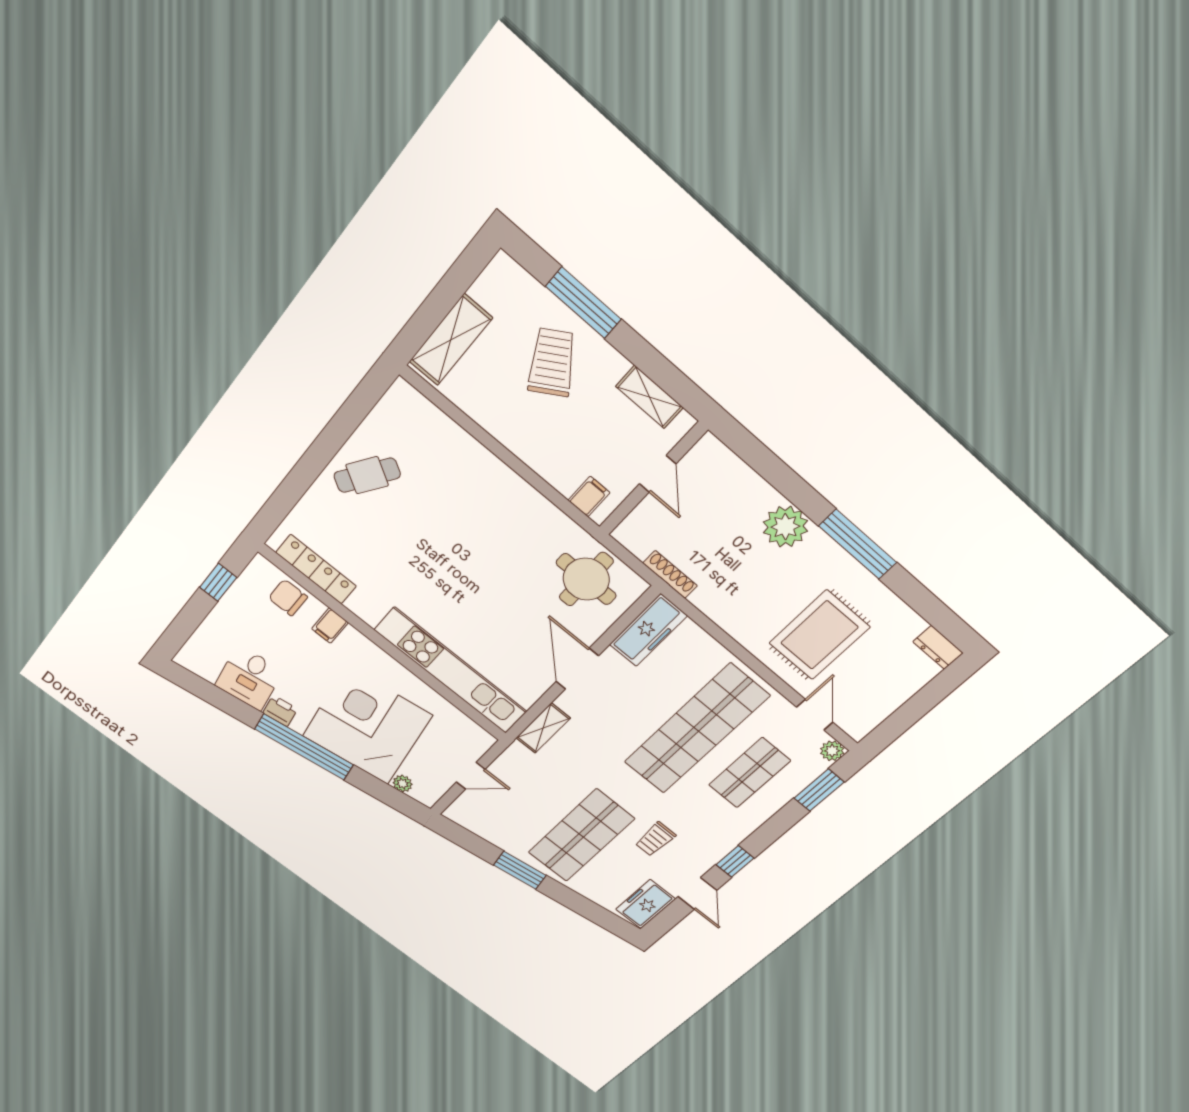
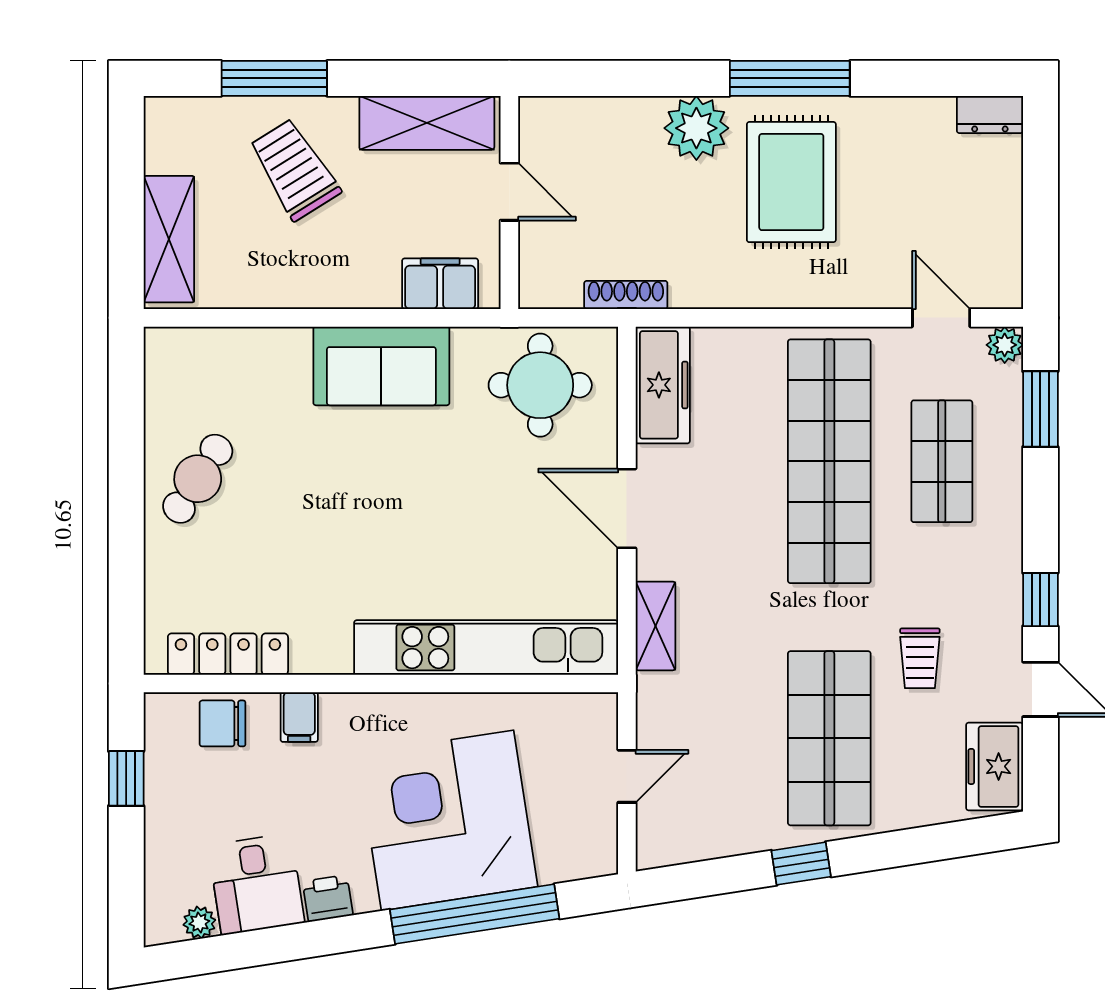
shelving: (649, 397) -> (427, 123), width x1.50, depth x1.33
filing cabinet: (589, 497) -> (440, 284), width x2.00
sofa: (512, 502) -> (381, 366), added
rug: (819, 635) -> (791, 182), moved
window: (304, 747) -> (475, 914), moved
plant: (403, 784) -> (199, 922), moved
window: (520, 870) -> (801, 864), width x0.67

